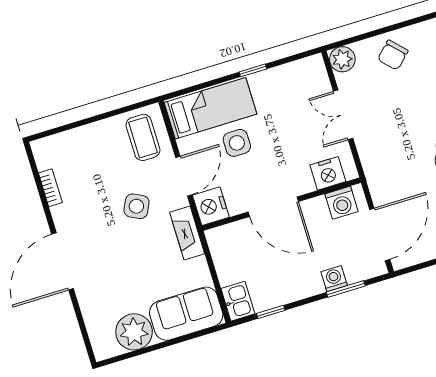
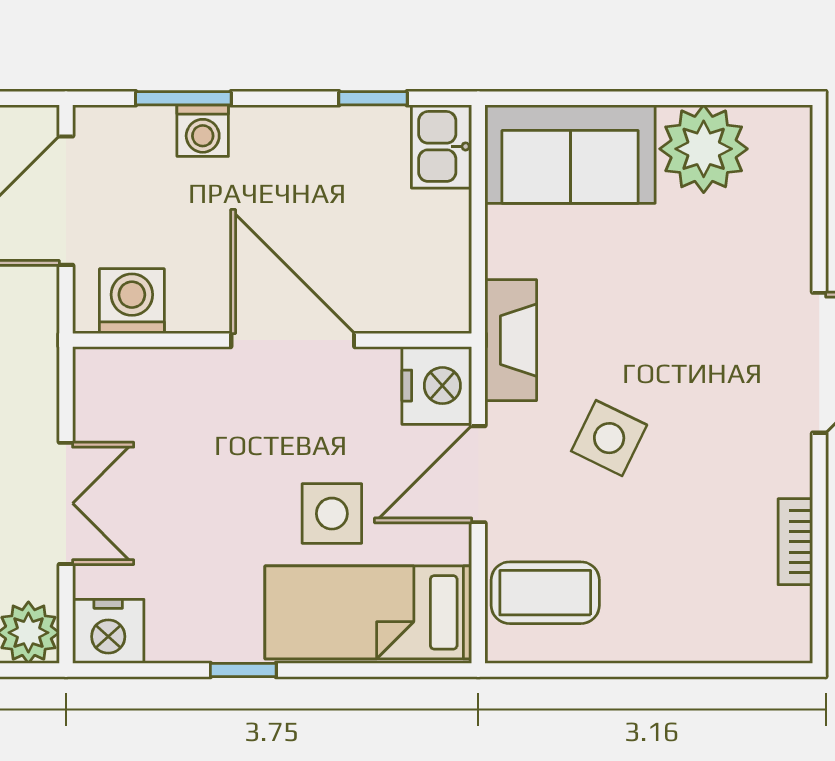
coffee table: (143, 137) -> (545, 593), turned 90
nightstand: (328, 173) -> (108, 631), moved, turned 180

